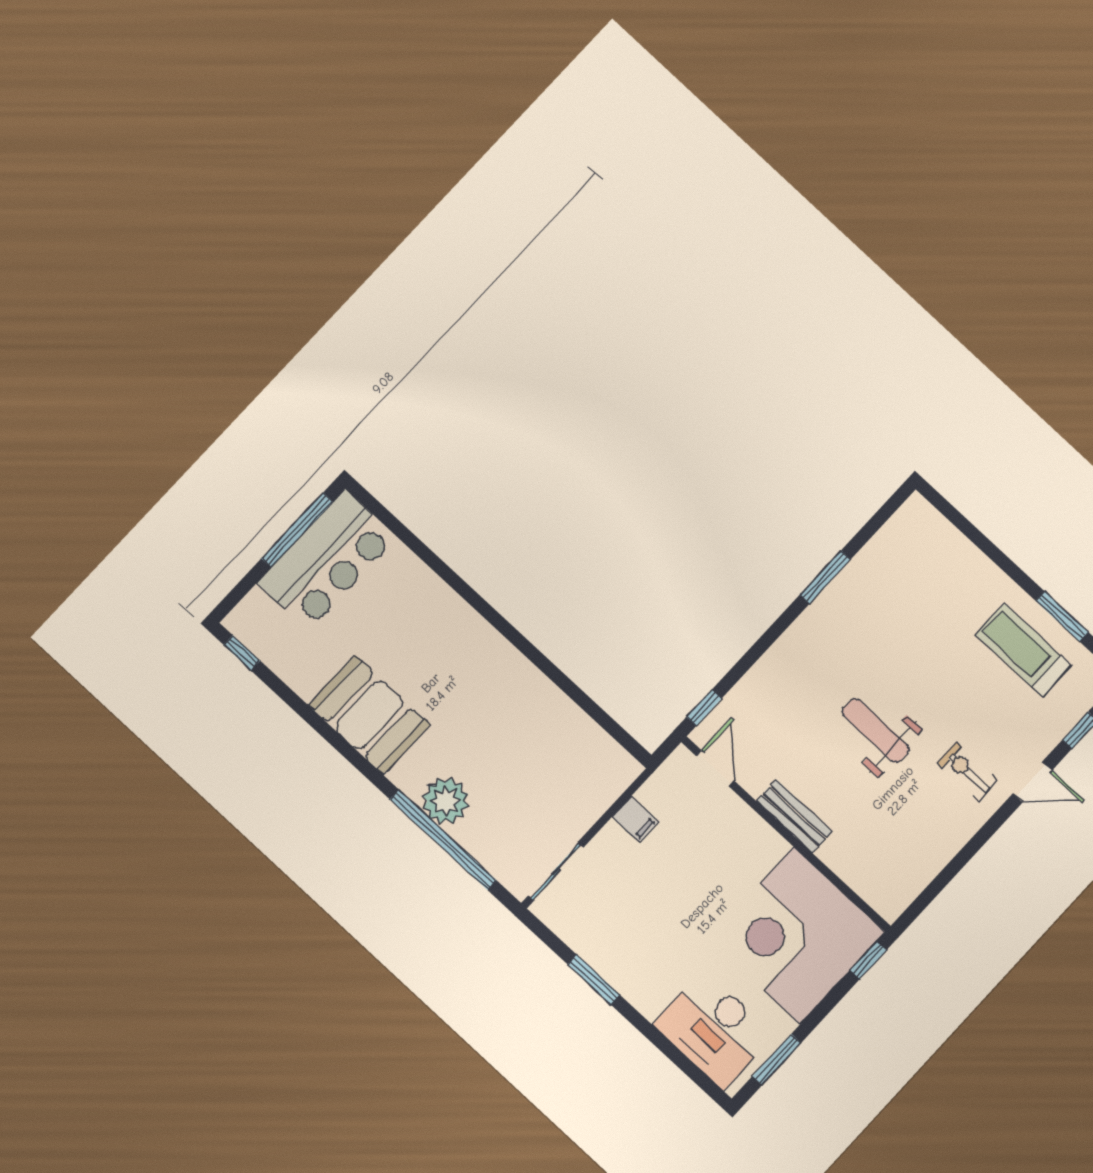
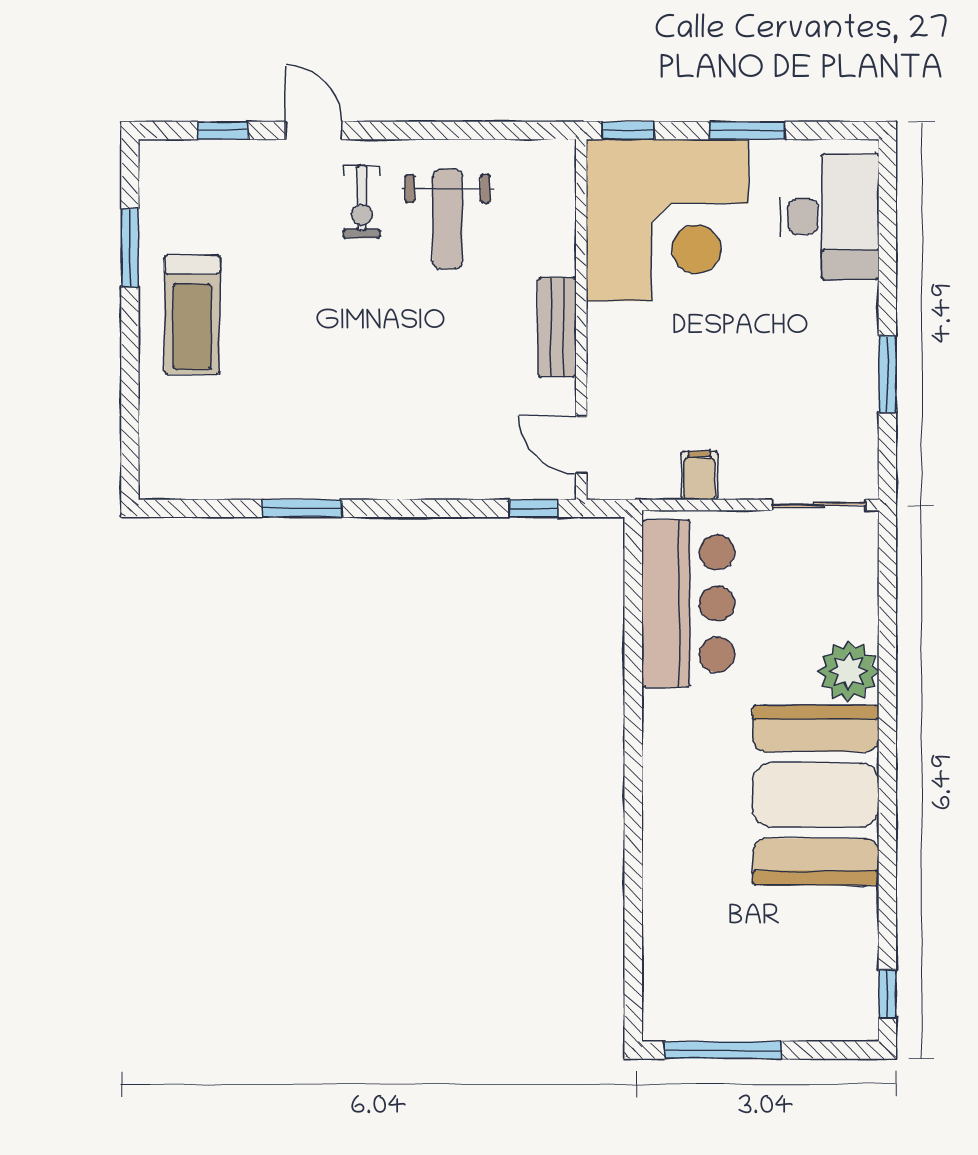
bar counter: (327, 560) -> (688, 603), moved, turned 90
treadmill: (1023, 650) -> (192, 315), moved
booth: (369, 715) -> (816, 795), width x1.36, depth x1.42
weight bench: (876, 730) -> (448, 219), moved
door: (715, 768) -> (581, 445), hinge flipped
window: (443, 840) -> (887, 639), removed
window: (777, 1060) -> (748, 130), moved

